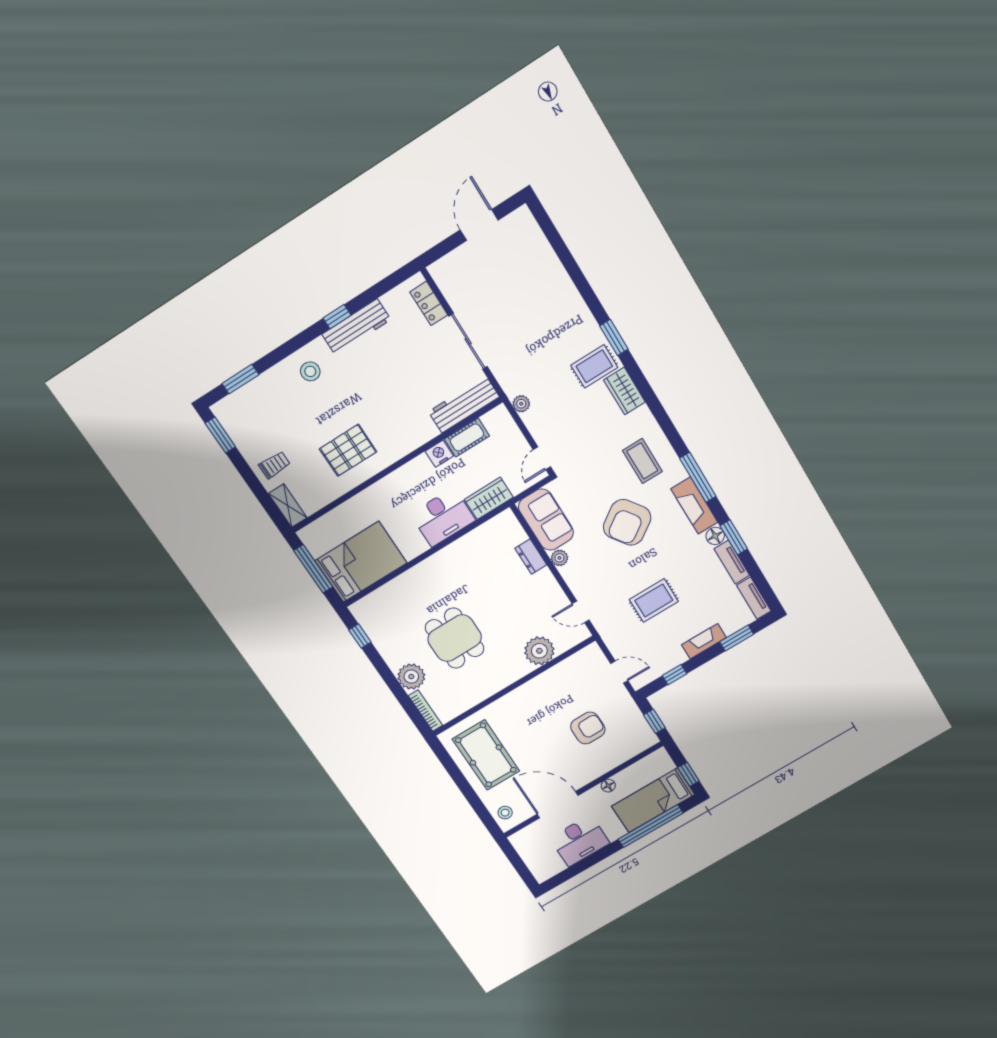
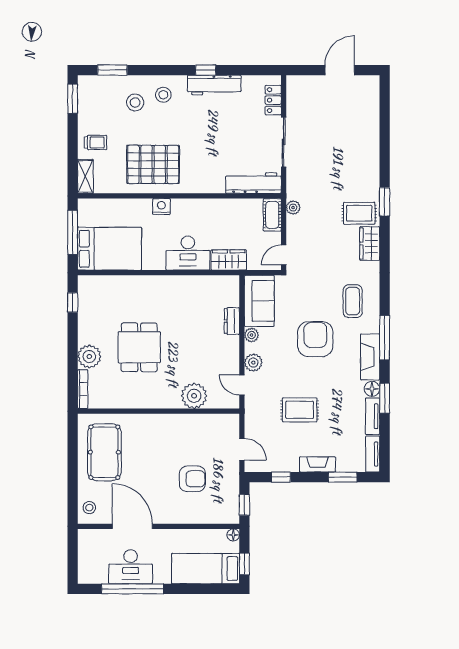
stool: (287, 398) -> (135, 102), added
cot: (467, 437) -> (272, 215), moved, turned 90
pallet: (348, 450) -> (153, 164), width x1.37, depth x1.41
nightstand: (439, 454) -> (161, 207), moved
armchair: (627, 522) -> (315, 339), turned 125
plant: (578, 584) -> (253, 363), added
floor lamp: (608, 786) -> (233, 535), moved
window: (650, 826) -> (132, 589), moved

